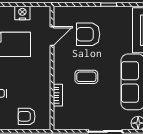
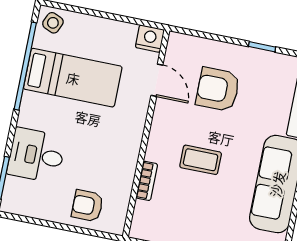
nightstand: (22, 13) -> (150, 39), moved
door: (52, 36) -> (157, 80), hinge flipped

